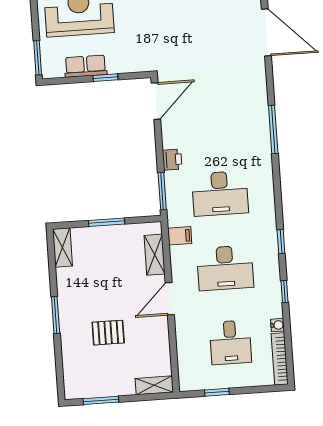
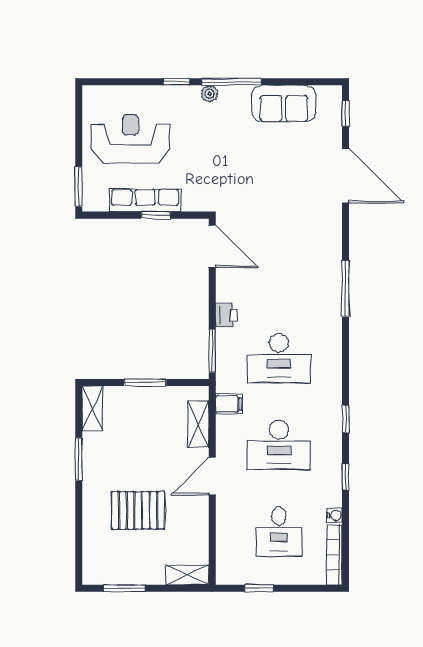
row of seats: (86, 66) -> (145, 200), width x1.48
door: (156, 101) -> (212, 246), hinge flipped
window: (56, 315) -> (79, 459), moved
pallet: (108, 333) -> (138, 510), width x1.50, depth x1.42

